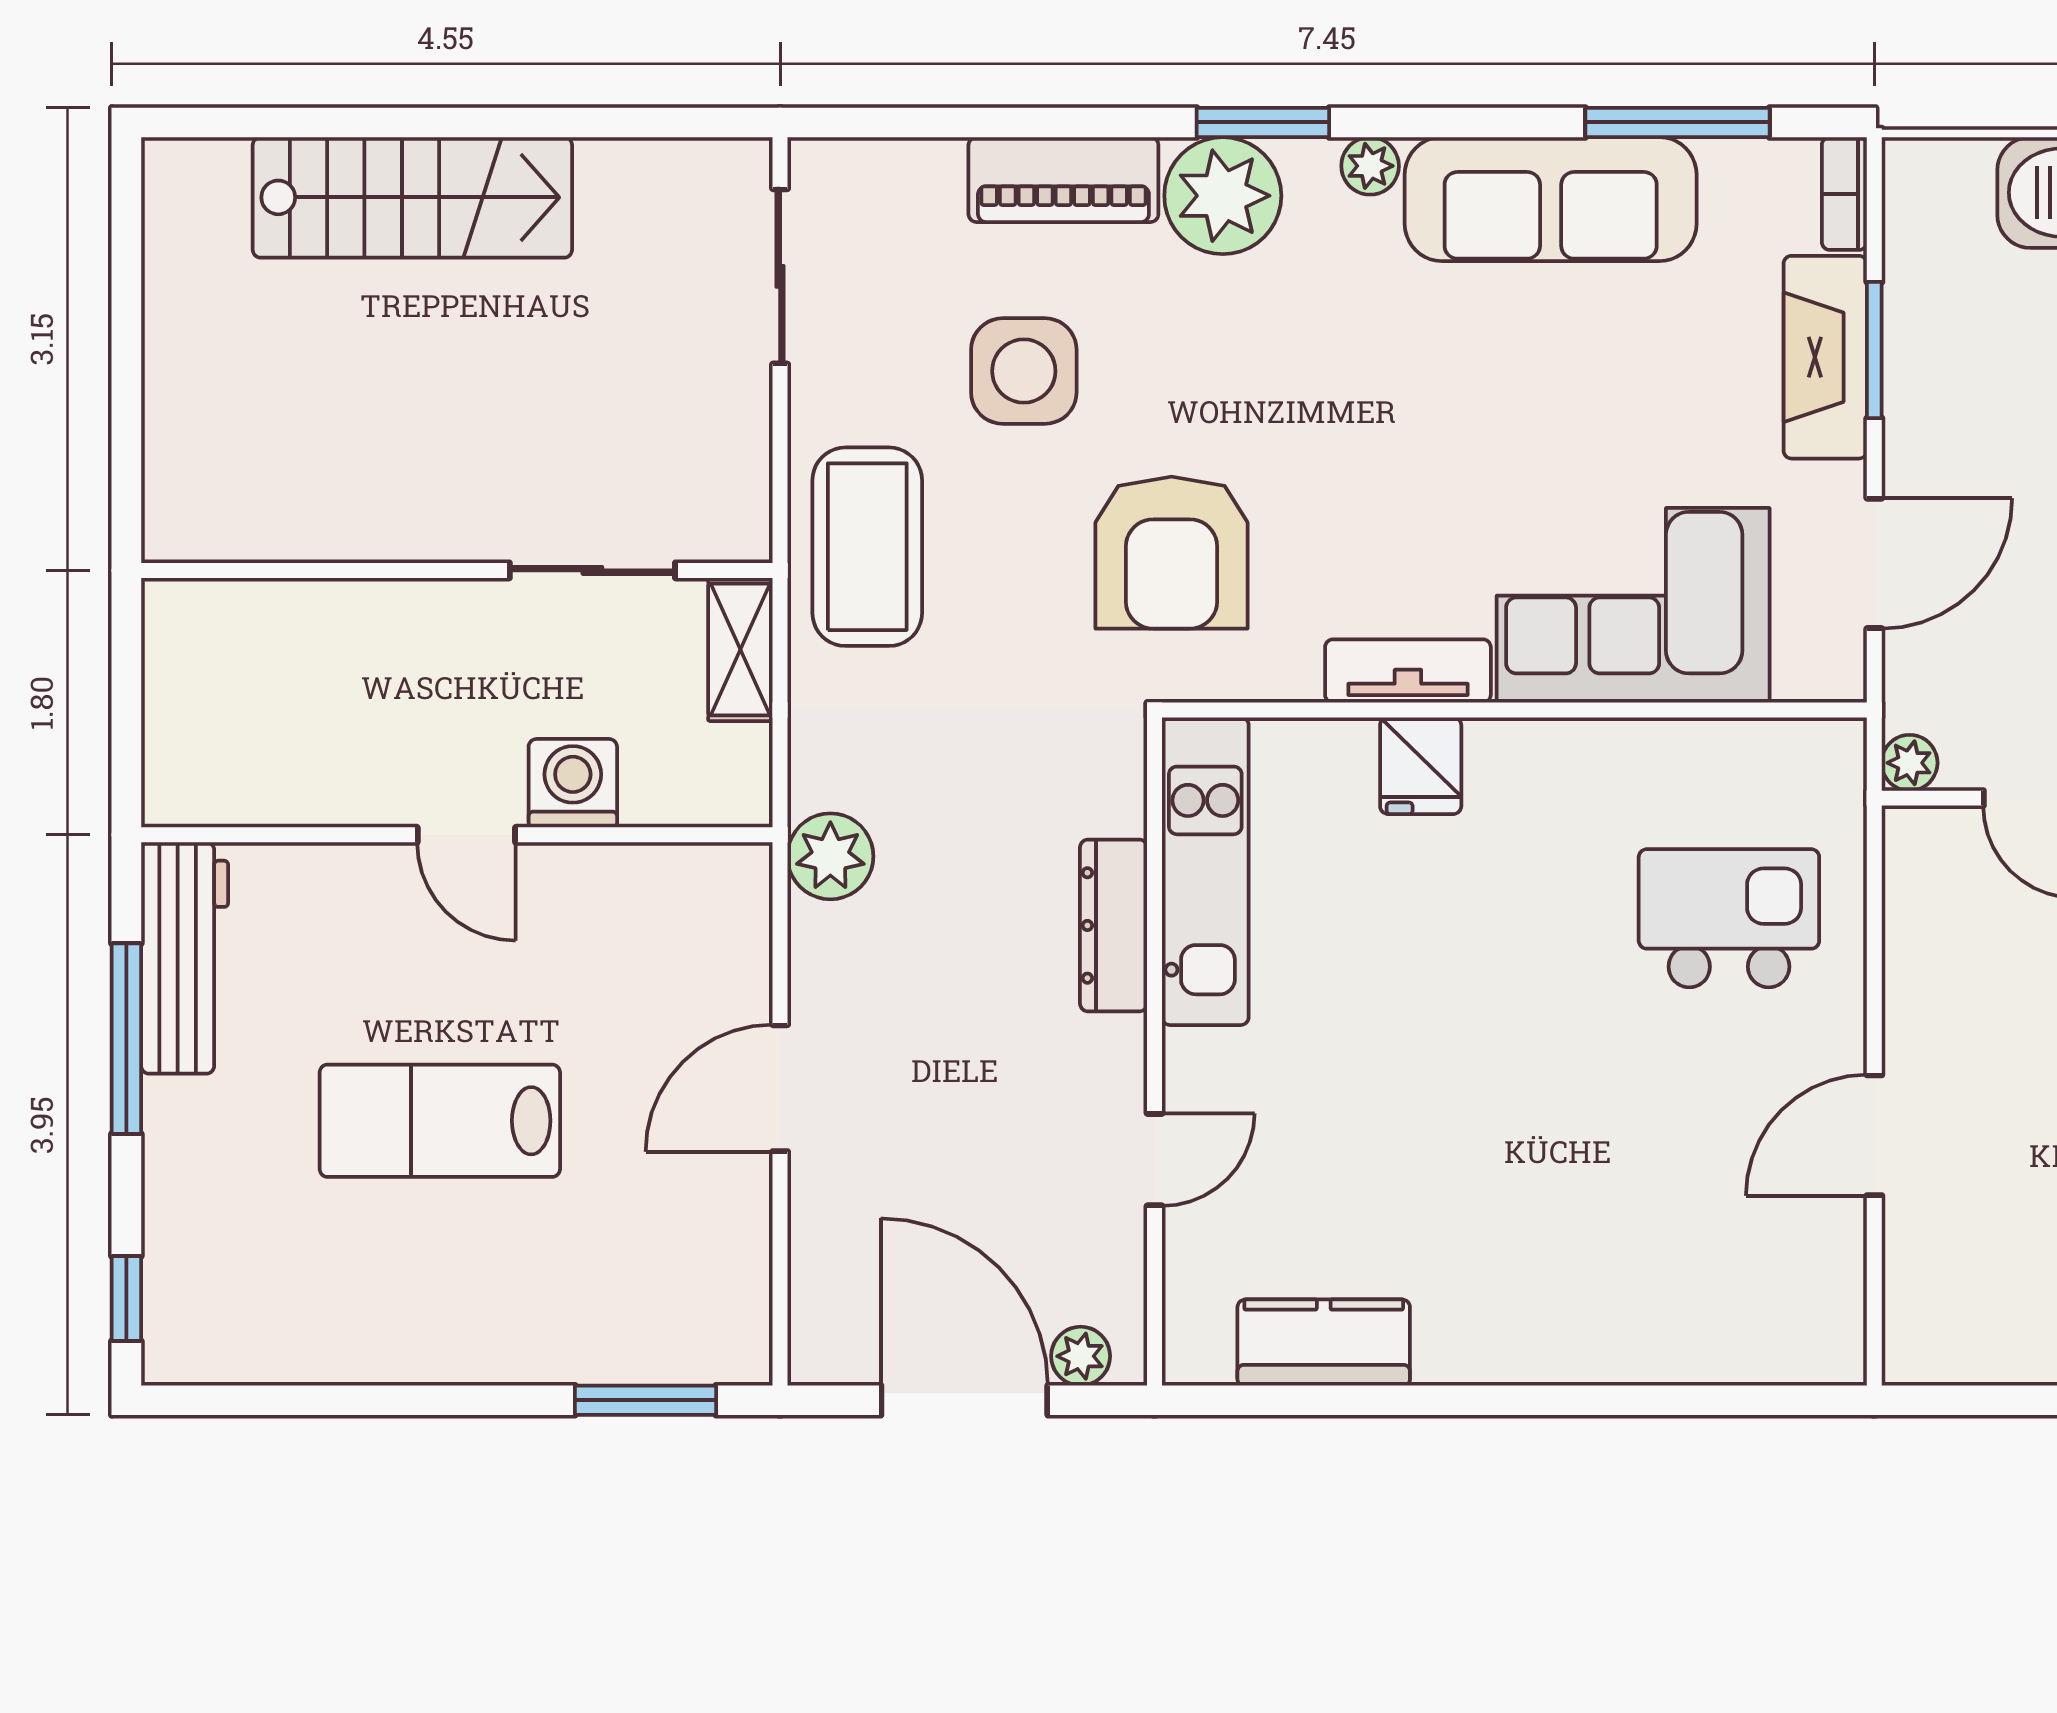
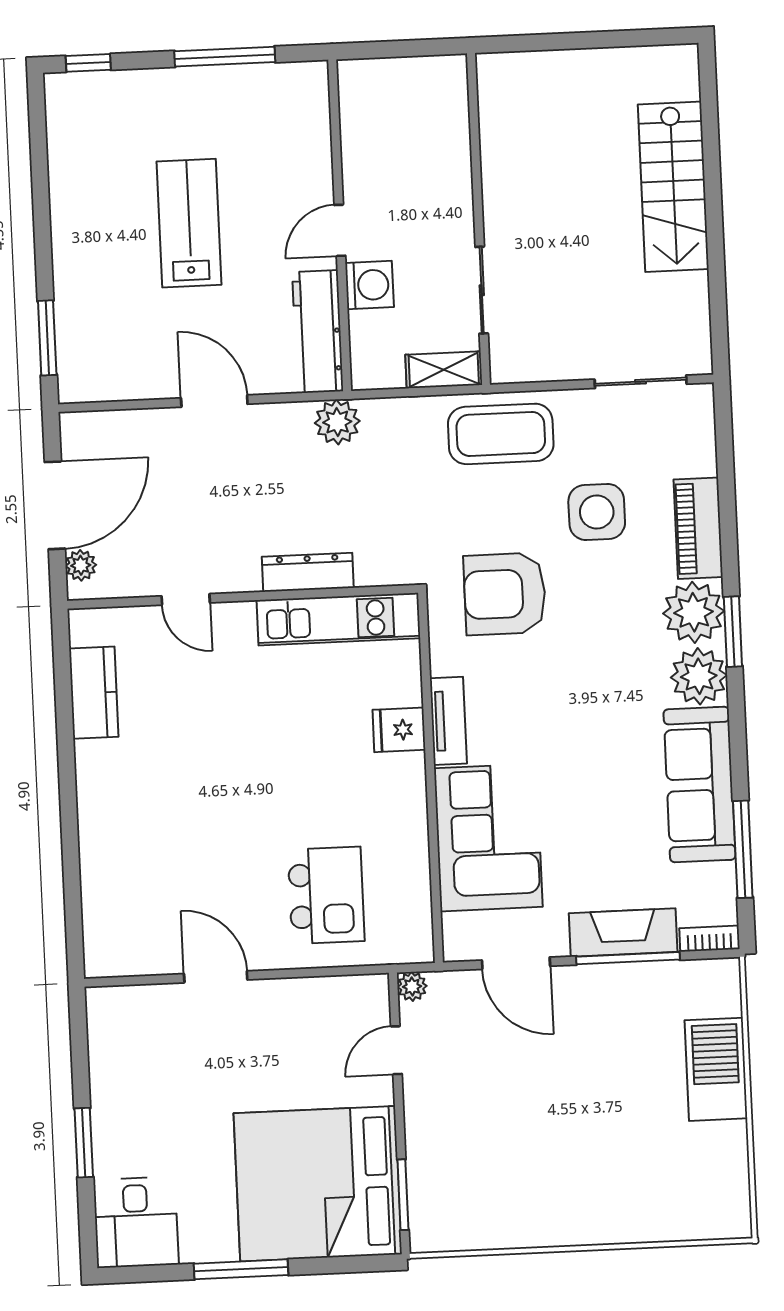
plant: (1370, 166) -> (699, 676), width x1.88, depth x1.88
window: (1874, 350) -> (628, 958), width x1.44
workbench: (185, 958) -> (318, 332), moved, turned 90

